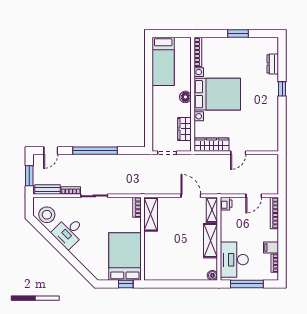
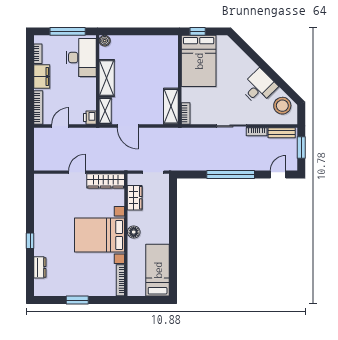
filing cabinet: (271, 247) -> (42, 76), width x2.00

